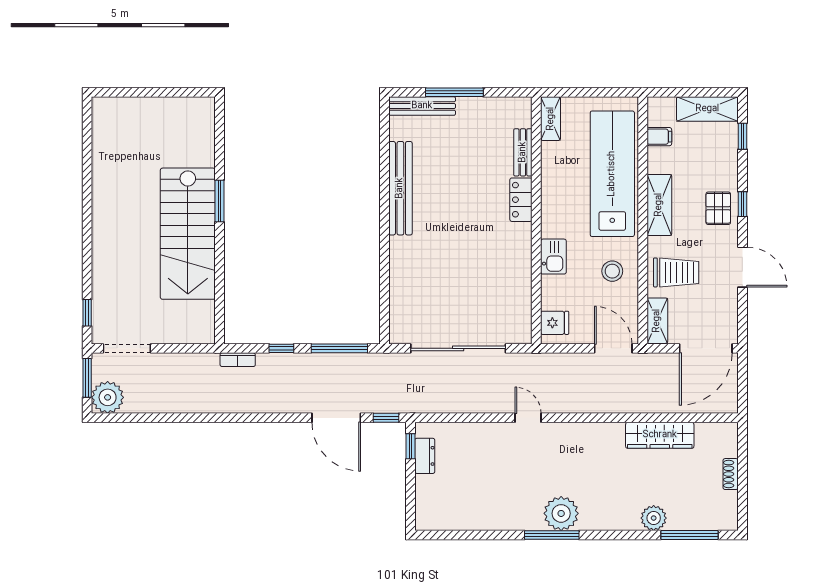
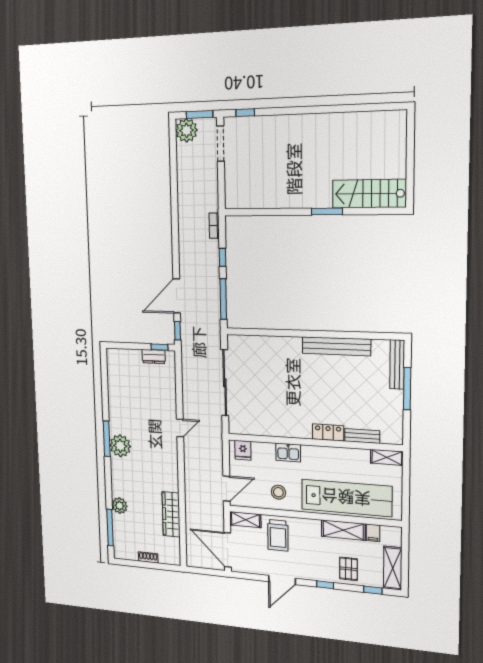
shelving: (659, 205) -> (343, 530), moved
pallet: (718, 208) -> (348, 569), moved, turned 90
stairs: (188, 234) -> (369, 194), moved, width x0.73, depth x0.66

